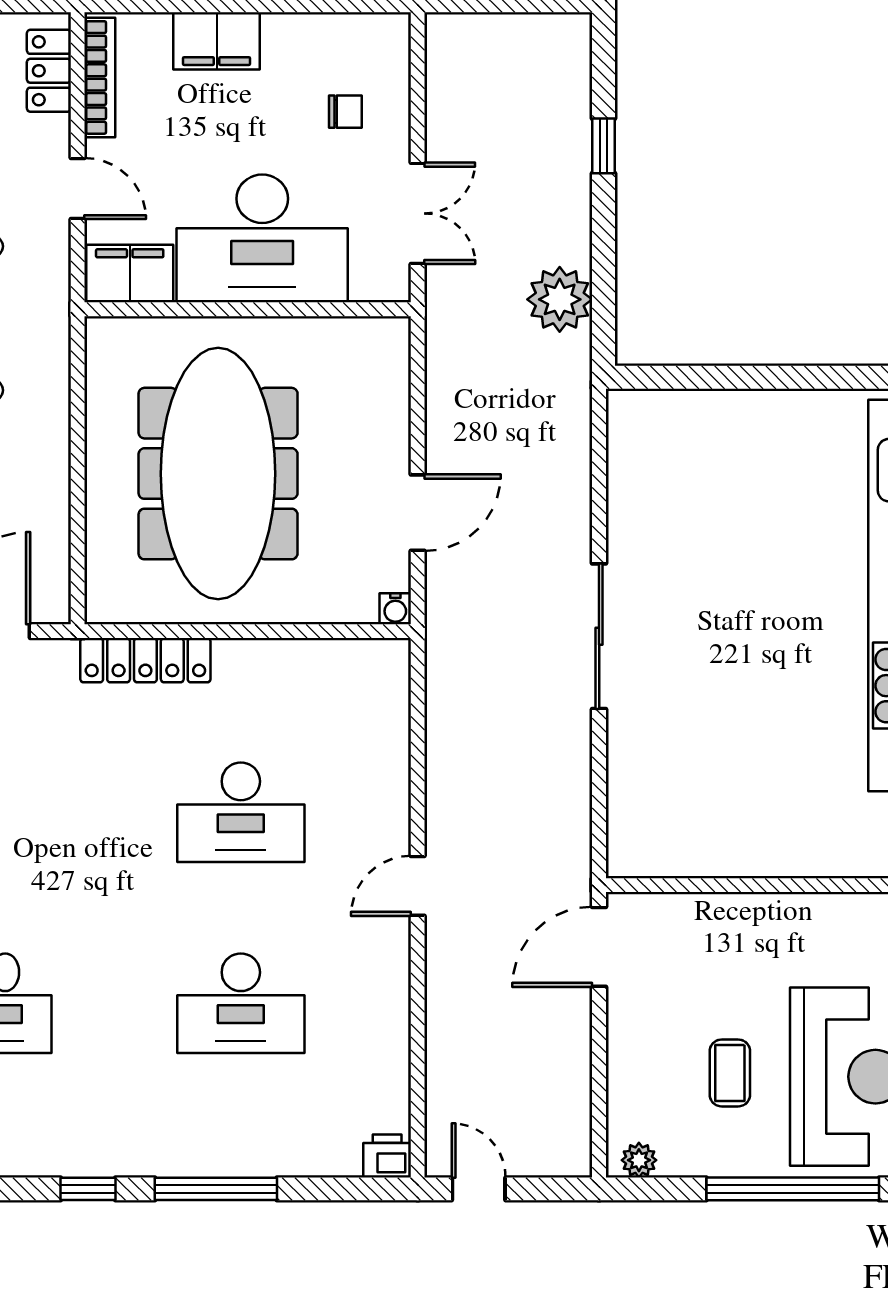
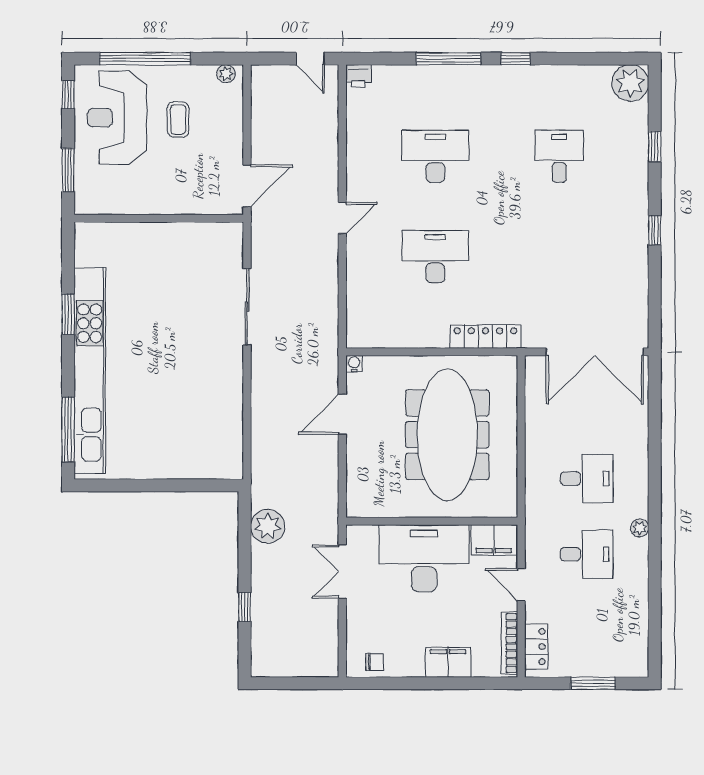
chair: (345, 112) -> (374, 662), moved, turned 180
sliding door: (599, 636) -> (247, 307), moved

